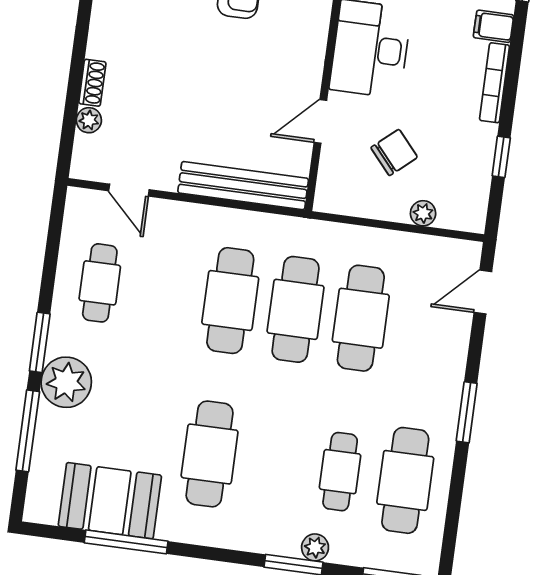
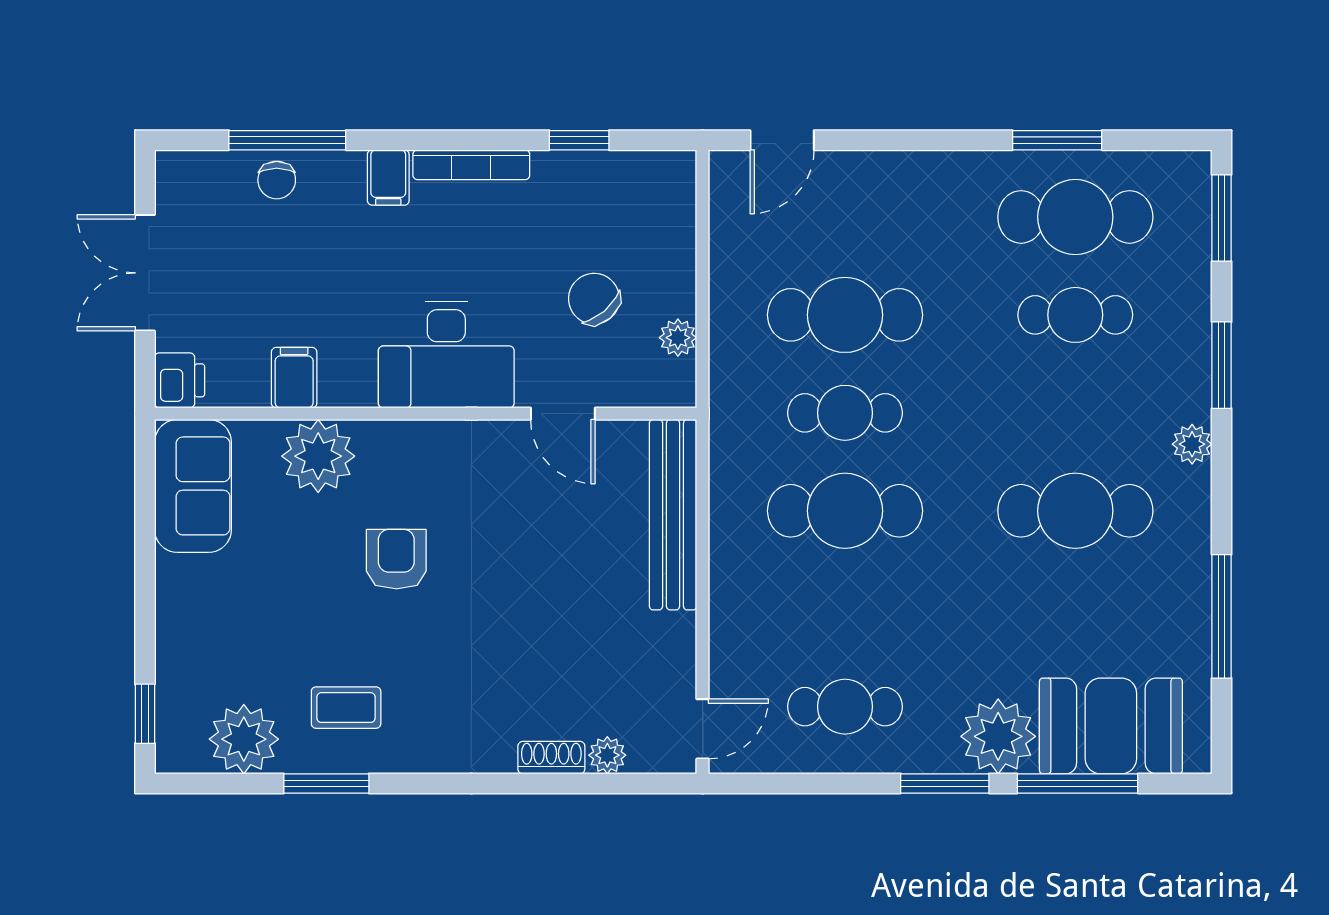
door: (129, 190) -> (703, 729), moved
plant: (423, 213) -> (678, 338), moved
door: (483, 292) -> (782, 140), hinge flipped
cafe table: (296, 309) -> (845, 413), width x0.73, depth x0.74
window: (467, 412) -> (1057, 140), moved
booth: (110, 501) -> (1111, 726), moved, turned 90
plant: (315, 547) -> (1192, 444), moved

